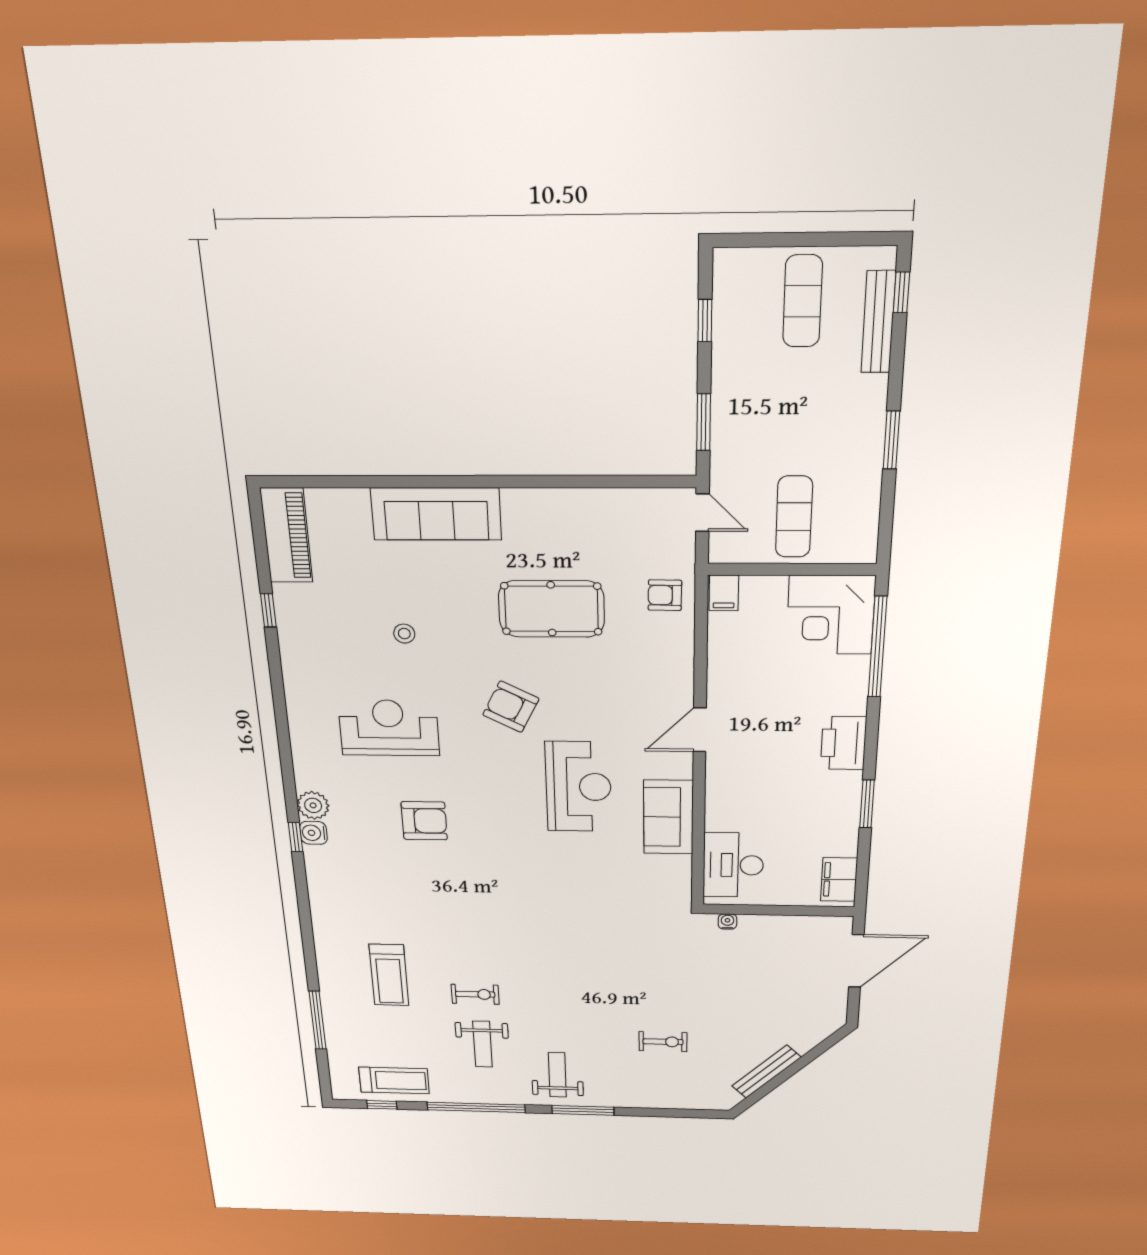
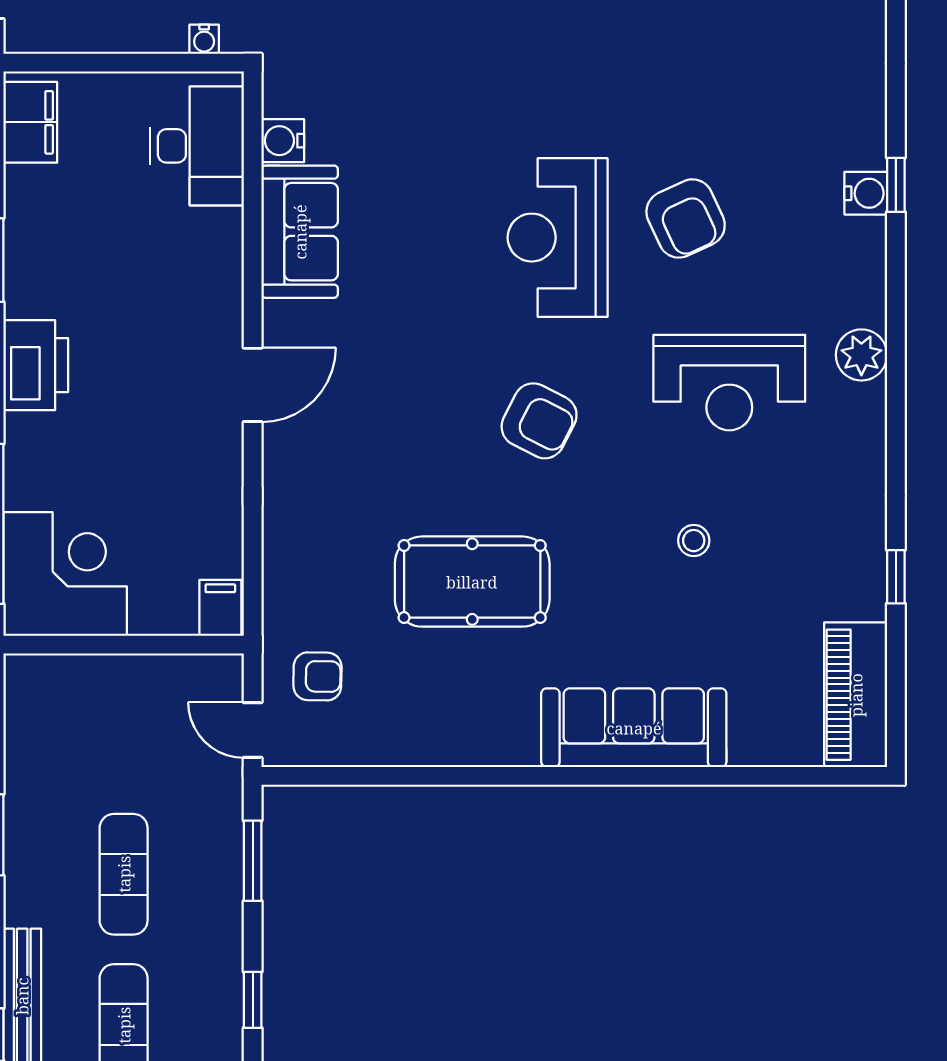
exercise mat: (794, 517) -> (124, 874), moved
armchair: (665, 595) -> (317, 676), moved
reception desk: (578, 787) -> (558, 238), moved
plant: (313, 805) -> (861, 355), moved
armchair: (424, 821) -> (686, 218), turned -115
water cooler: (679, 867) -> (283, 141), added

